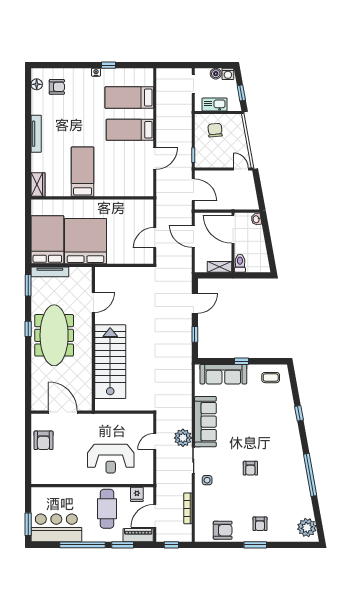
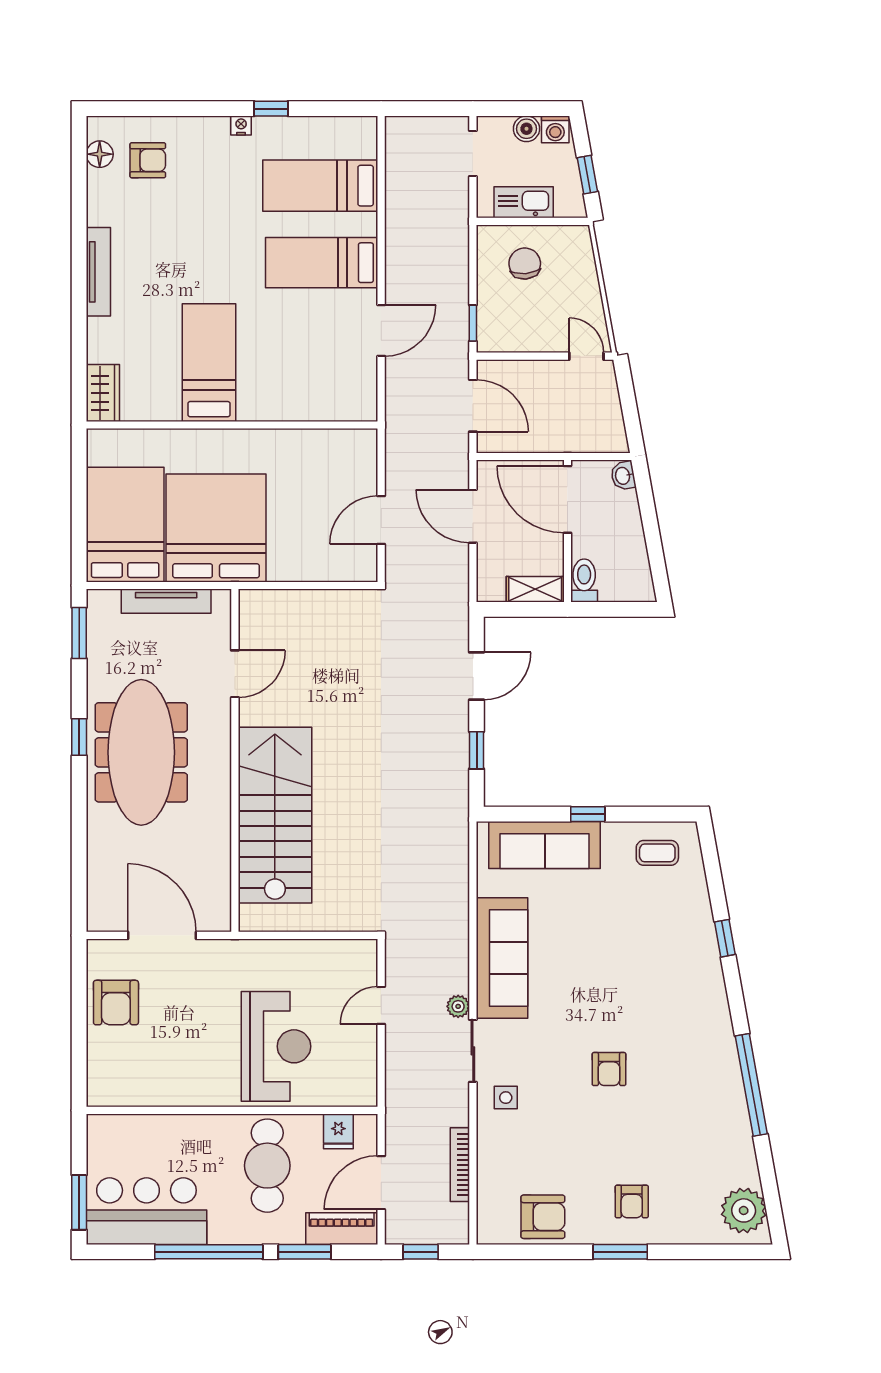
tv unit: (50, 272) -> (166, 601), moved
plant: (183, 438) -> (458, 1006), width x0.53, depth x0.53
reception desk: (111, 459) -> (276, 1046), turned -90

